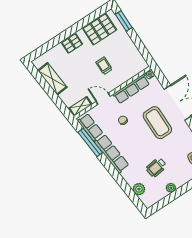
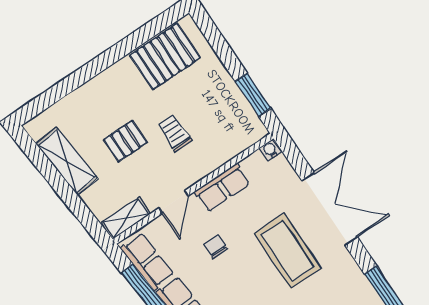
window: (124, 21) -> (253, 95), moved
pallet: (72, 43) -> (125, 141), moved
row of seats: (131, 89) -> (222, 188), width x0.68
door: (103, 99) -> (174, 202), swing flipped

